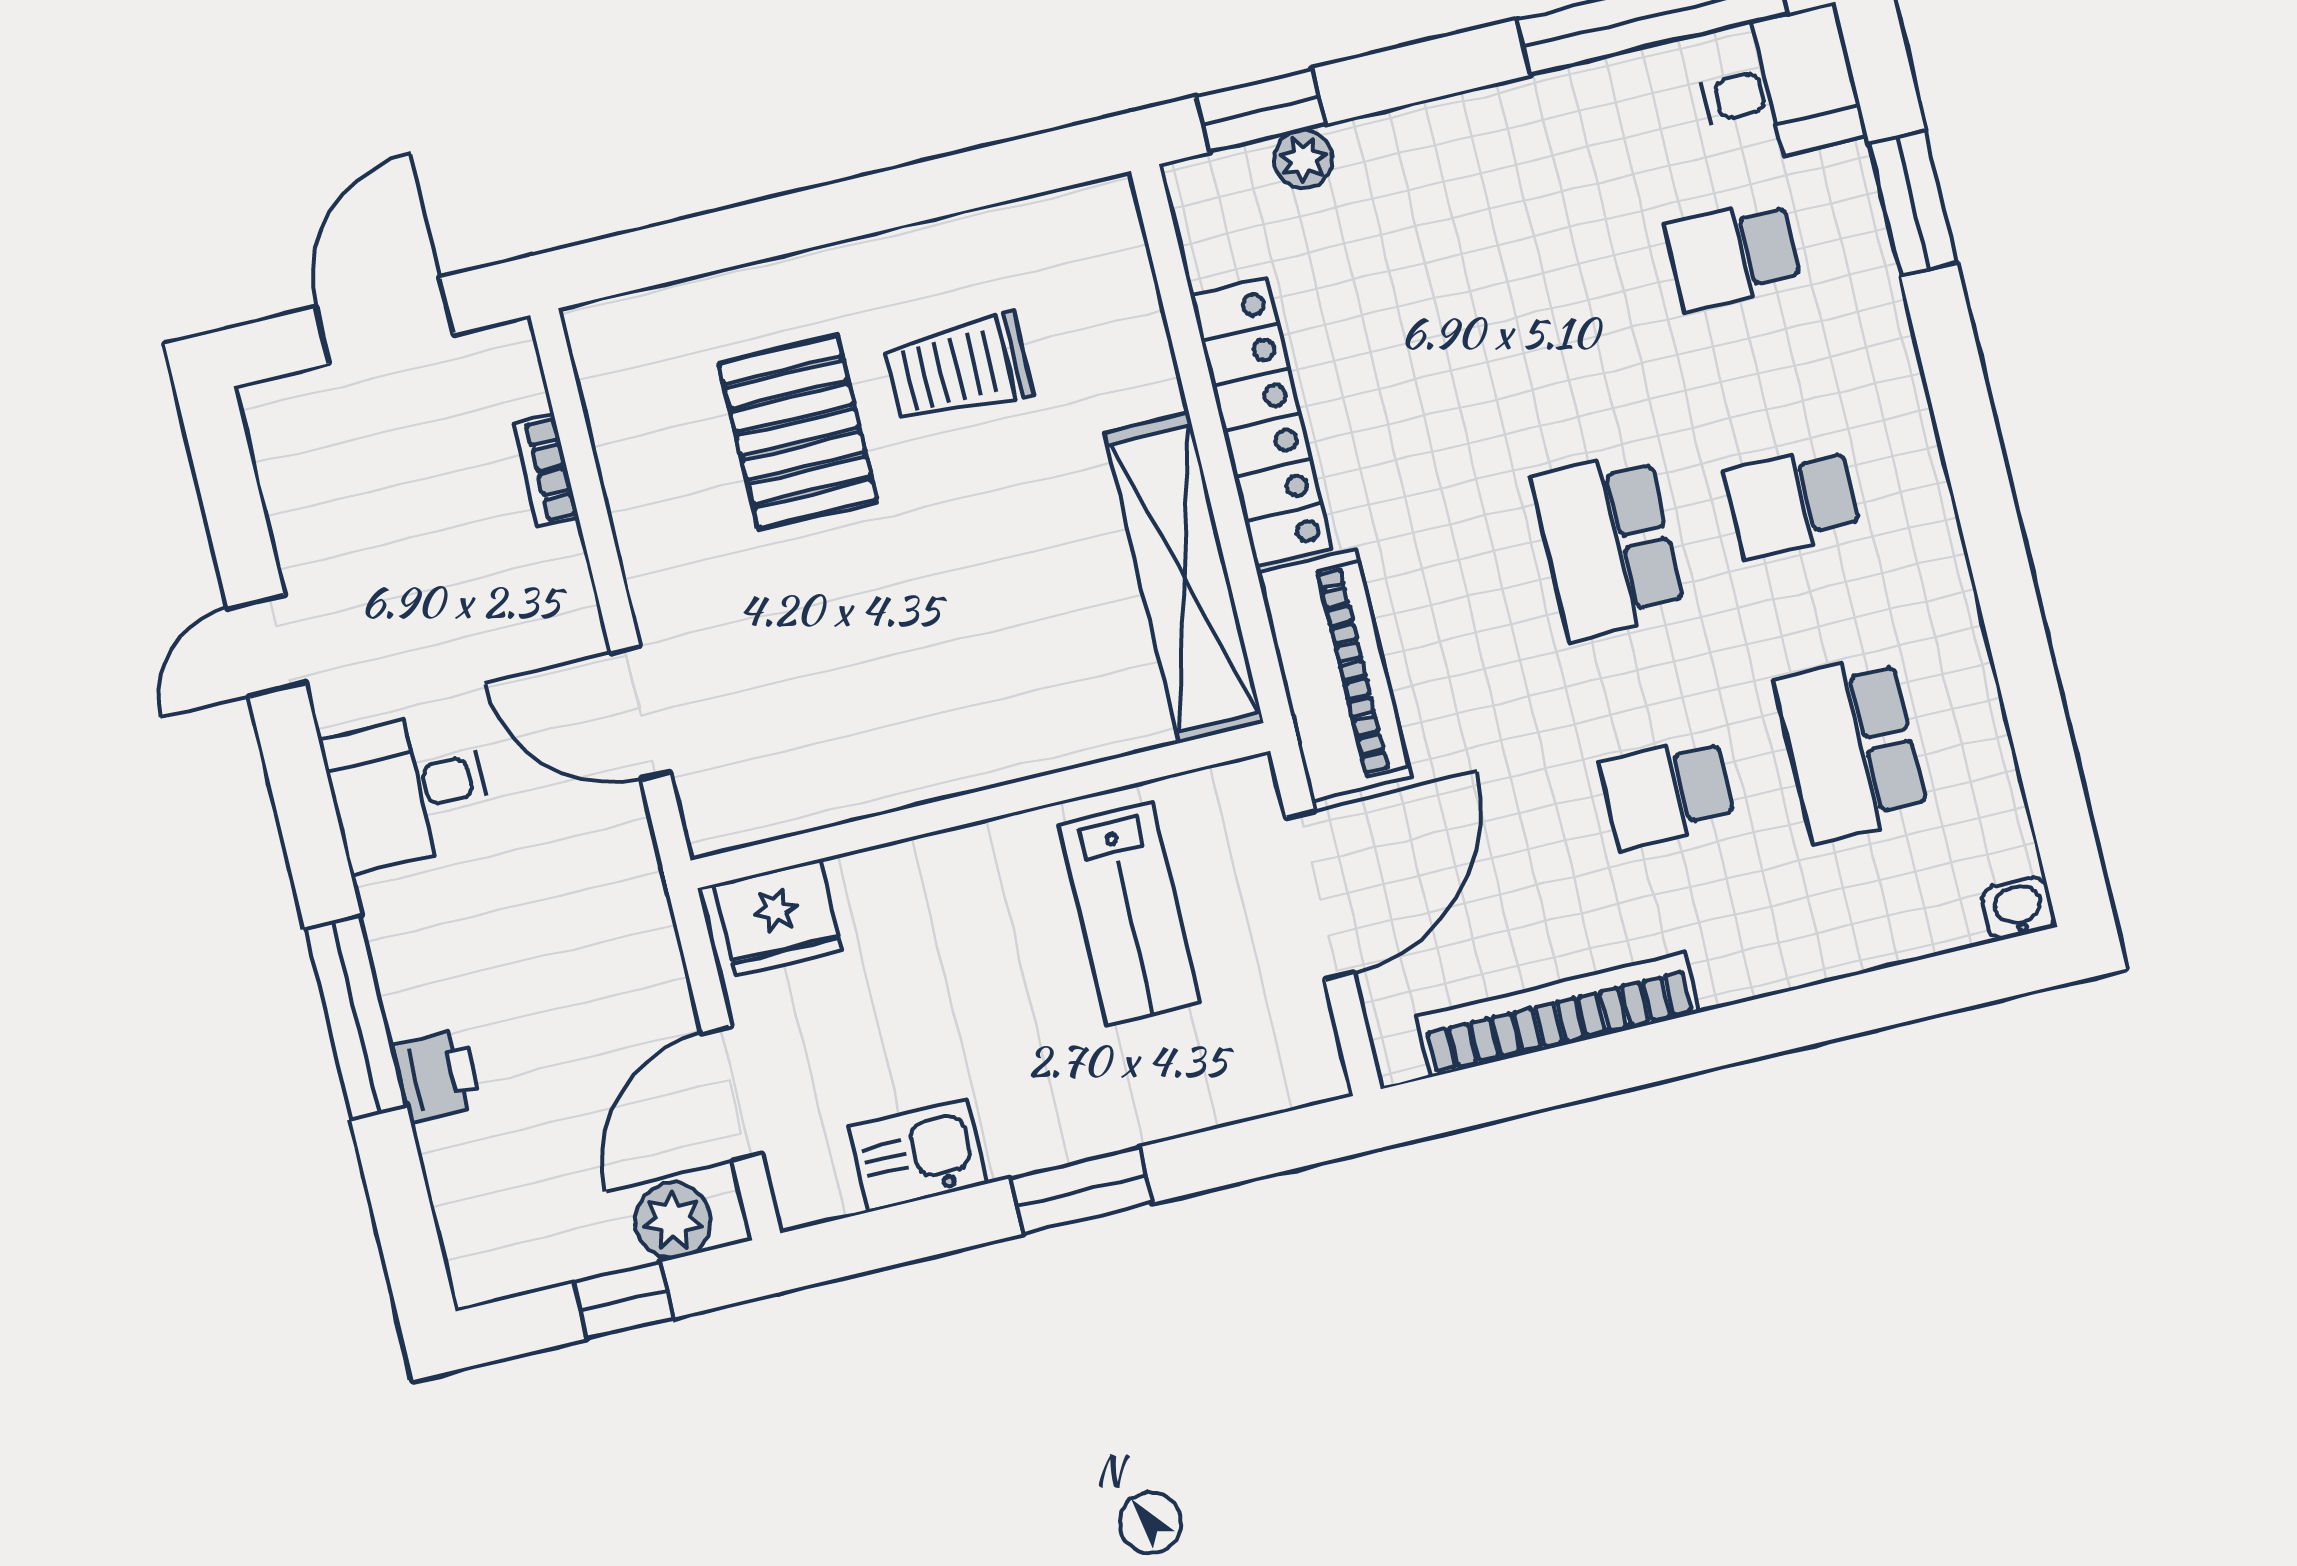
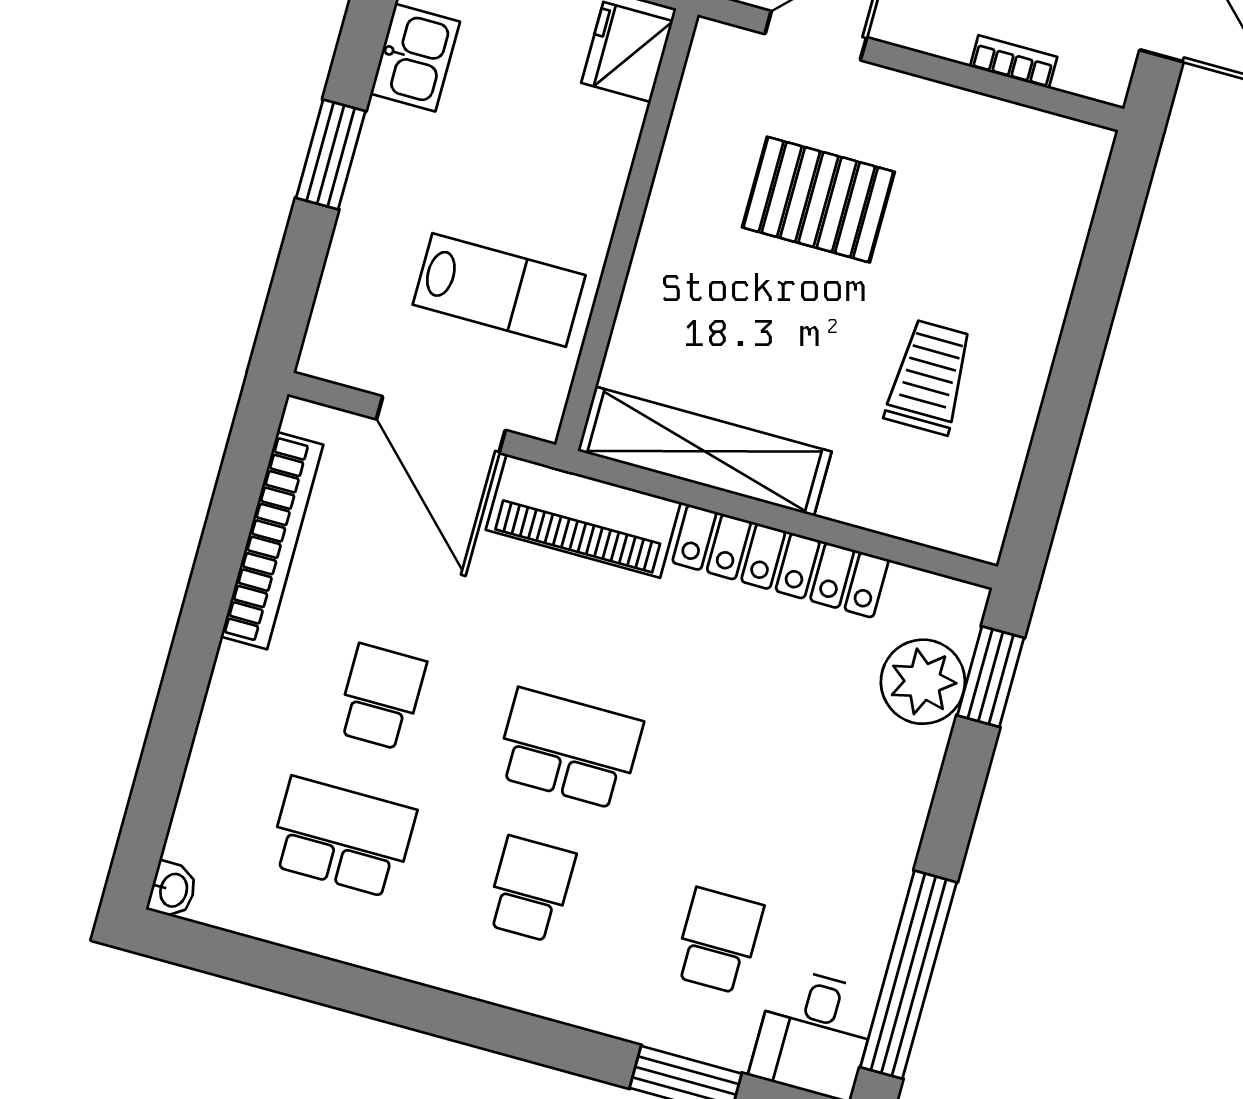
plant: (1303, 159) -> (923, 682), width x1.87, depth x1.87
pallet: (798, 432) -> (818, 200), moved
lab bench: (1129, 913) -> (499, 290), turned 180

